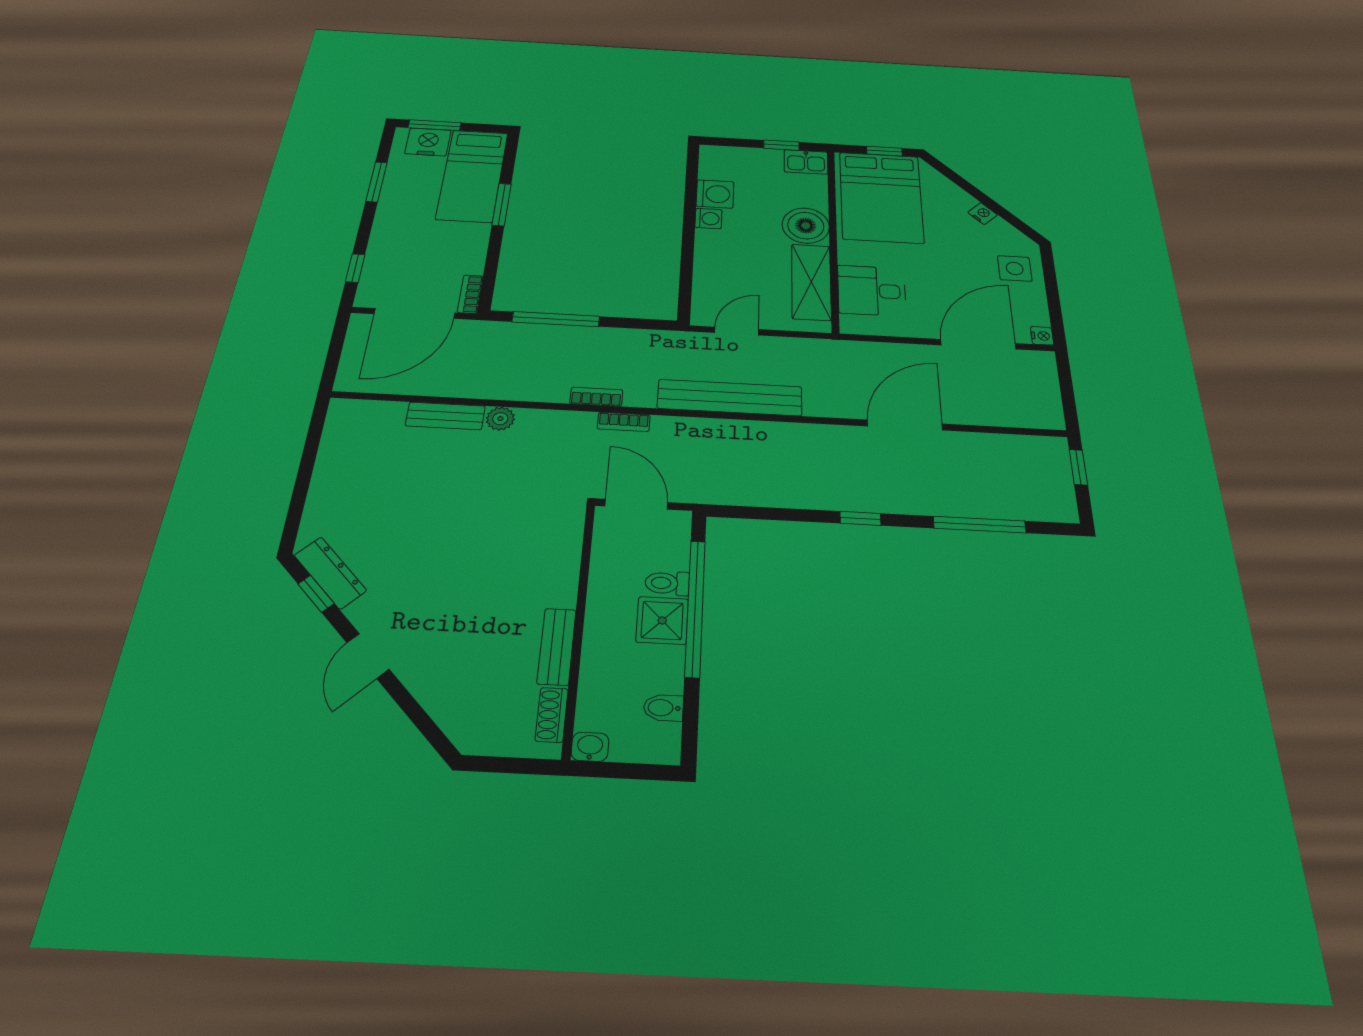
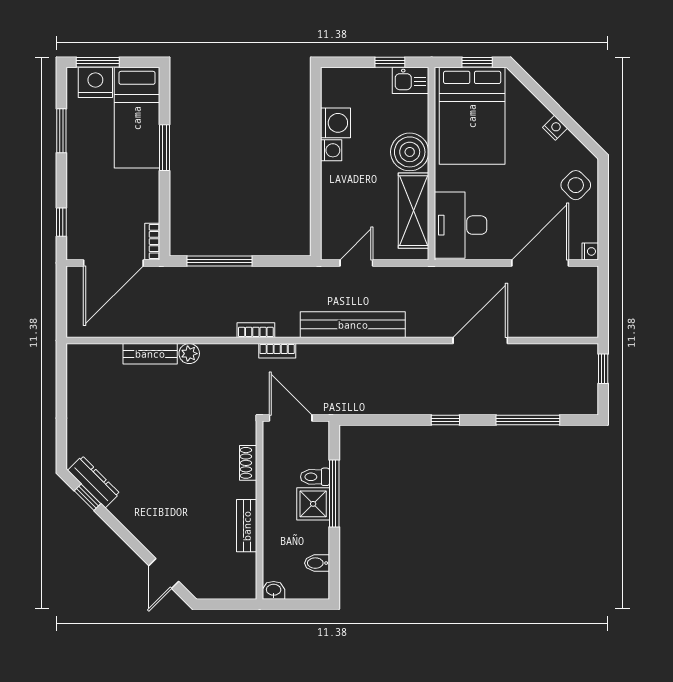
side table: (1015, 268) -> (576, 185), turned 45
desk: (872, 291) -> (461, 225), width x1.37
window: (695, 608) -> (334, 494), width x0.68
door: (368, 656) -> (164, 573), moved
shoe rack: (552, 715) -> (248, 463), moved

